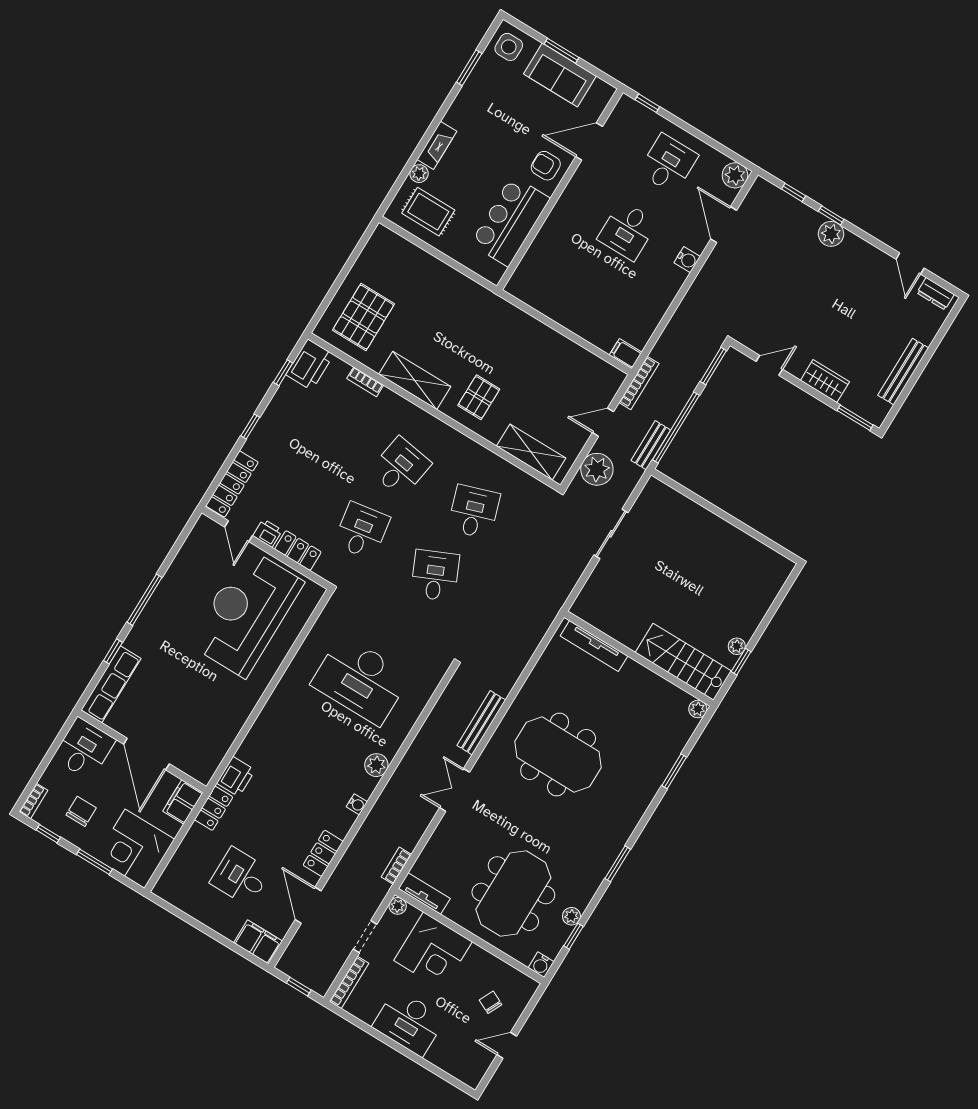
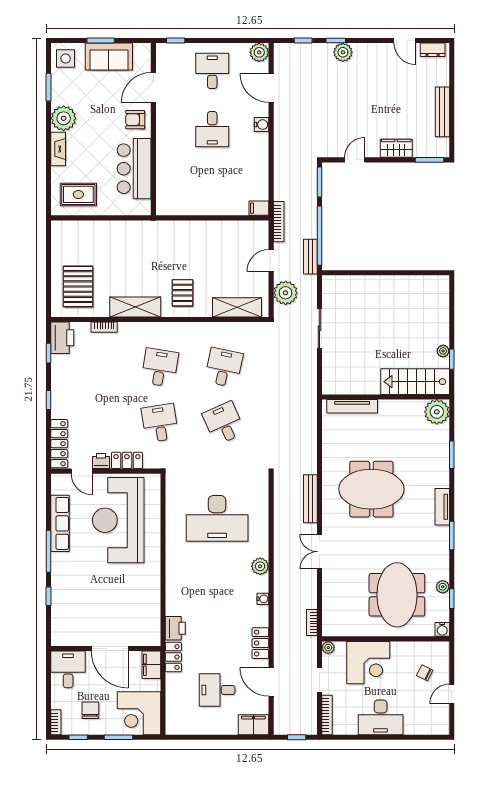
plant: (419, 174) -> (64, 118), moved, width x1.87, depth x1.87
desk: (474, 512) -> (224, 368), turned 30
row of seats: (111, 684) -> (60, 523), moved
plant: (698, 709) -> (437, 412), width x1.87, depth x1.87
tv unit: (424, 894) -> (442, 507), moved, turned -90

